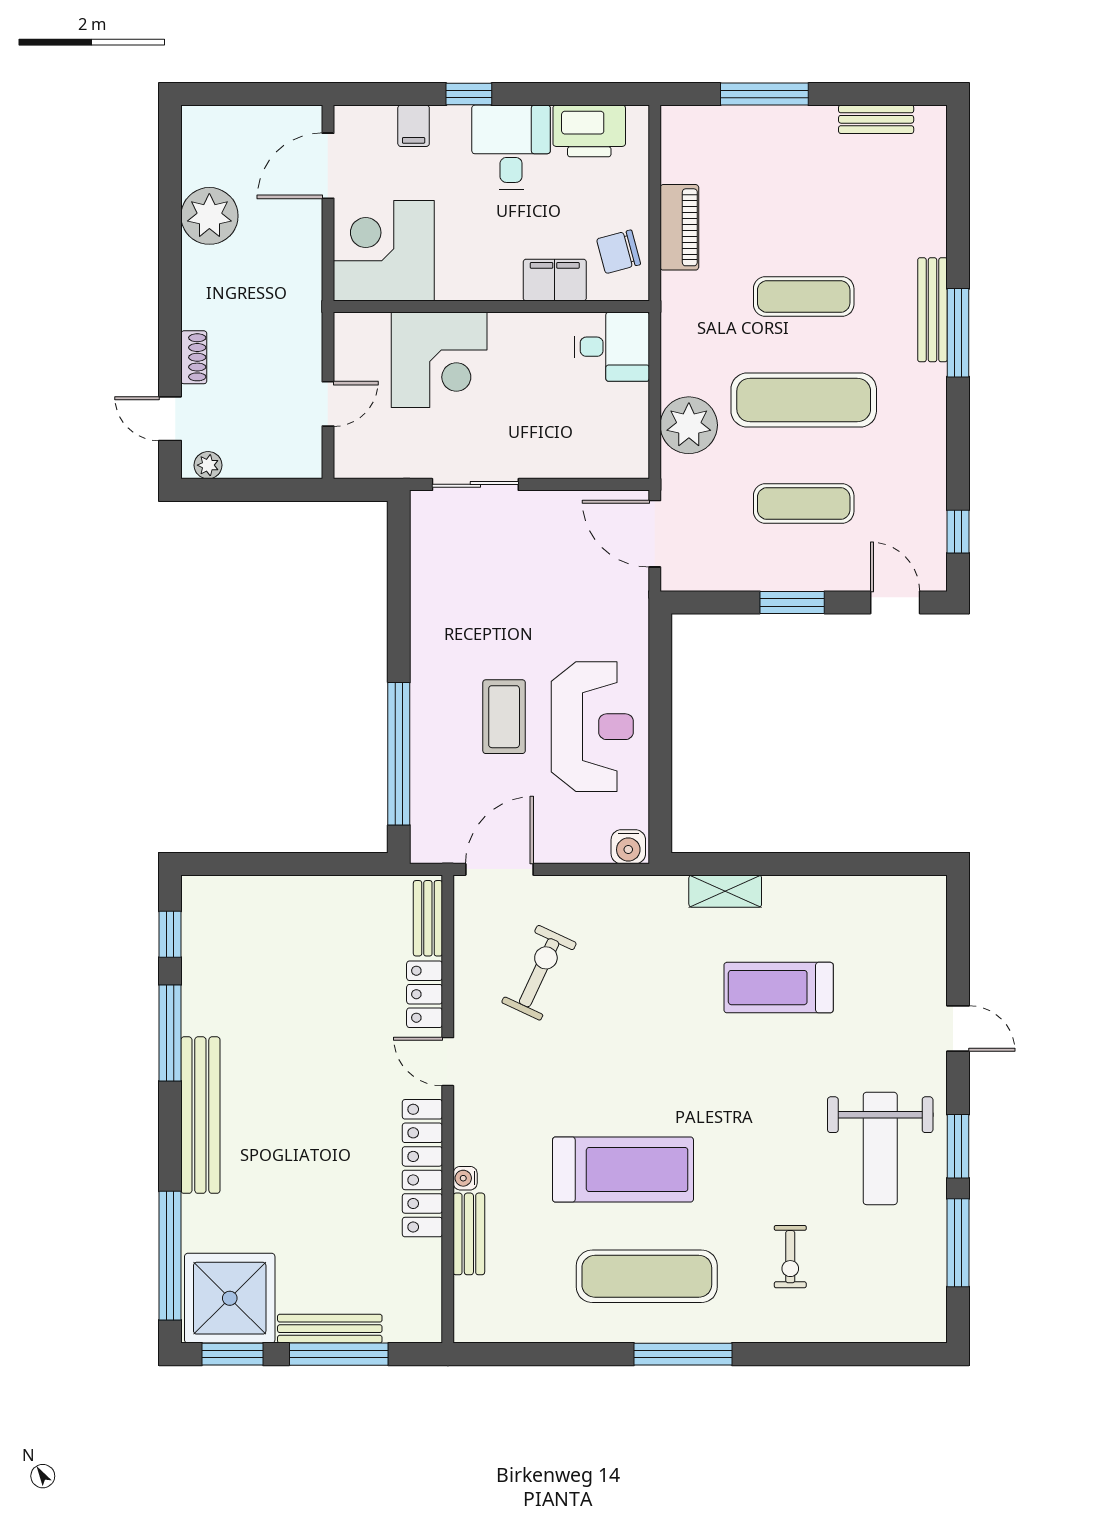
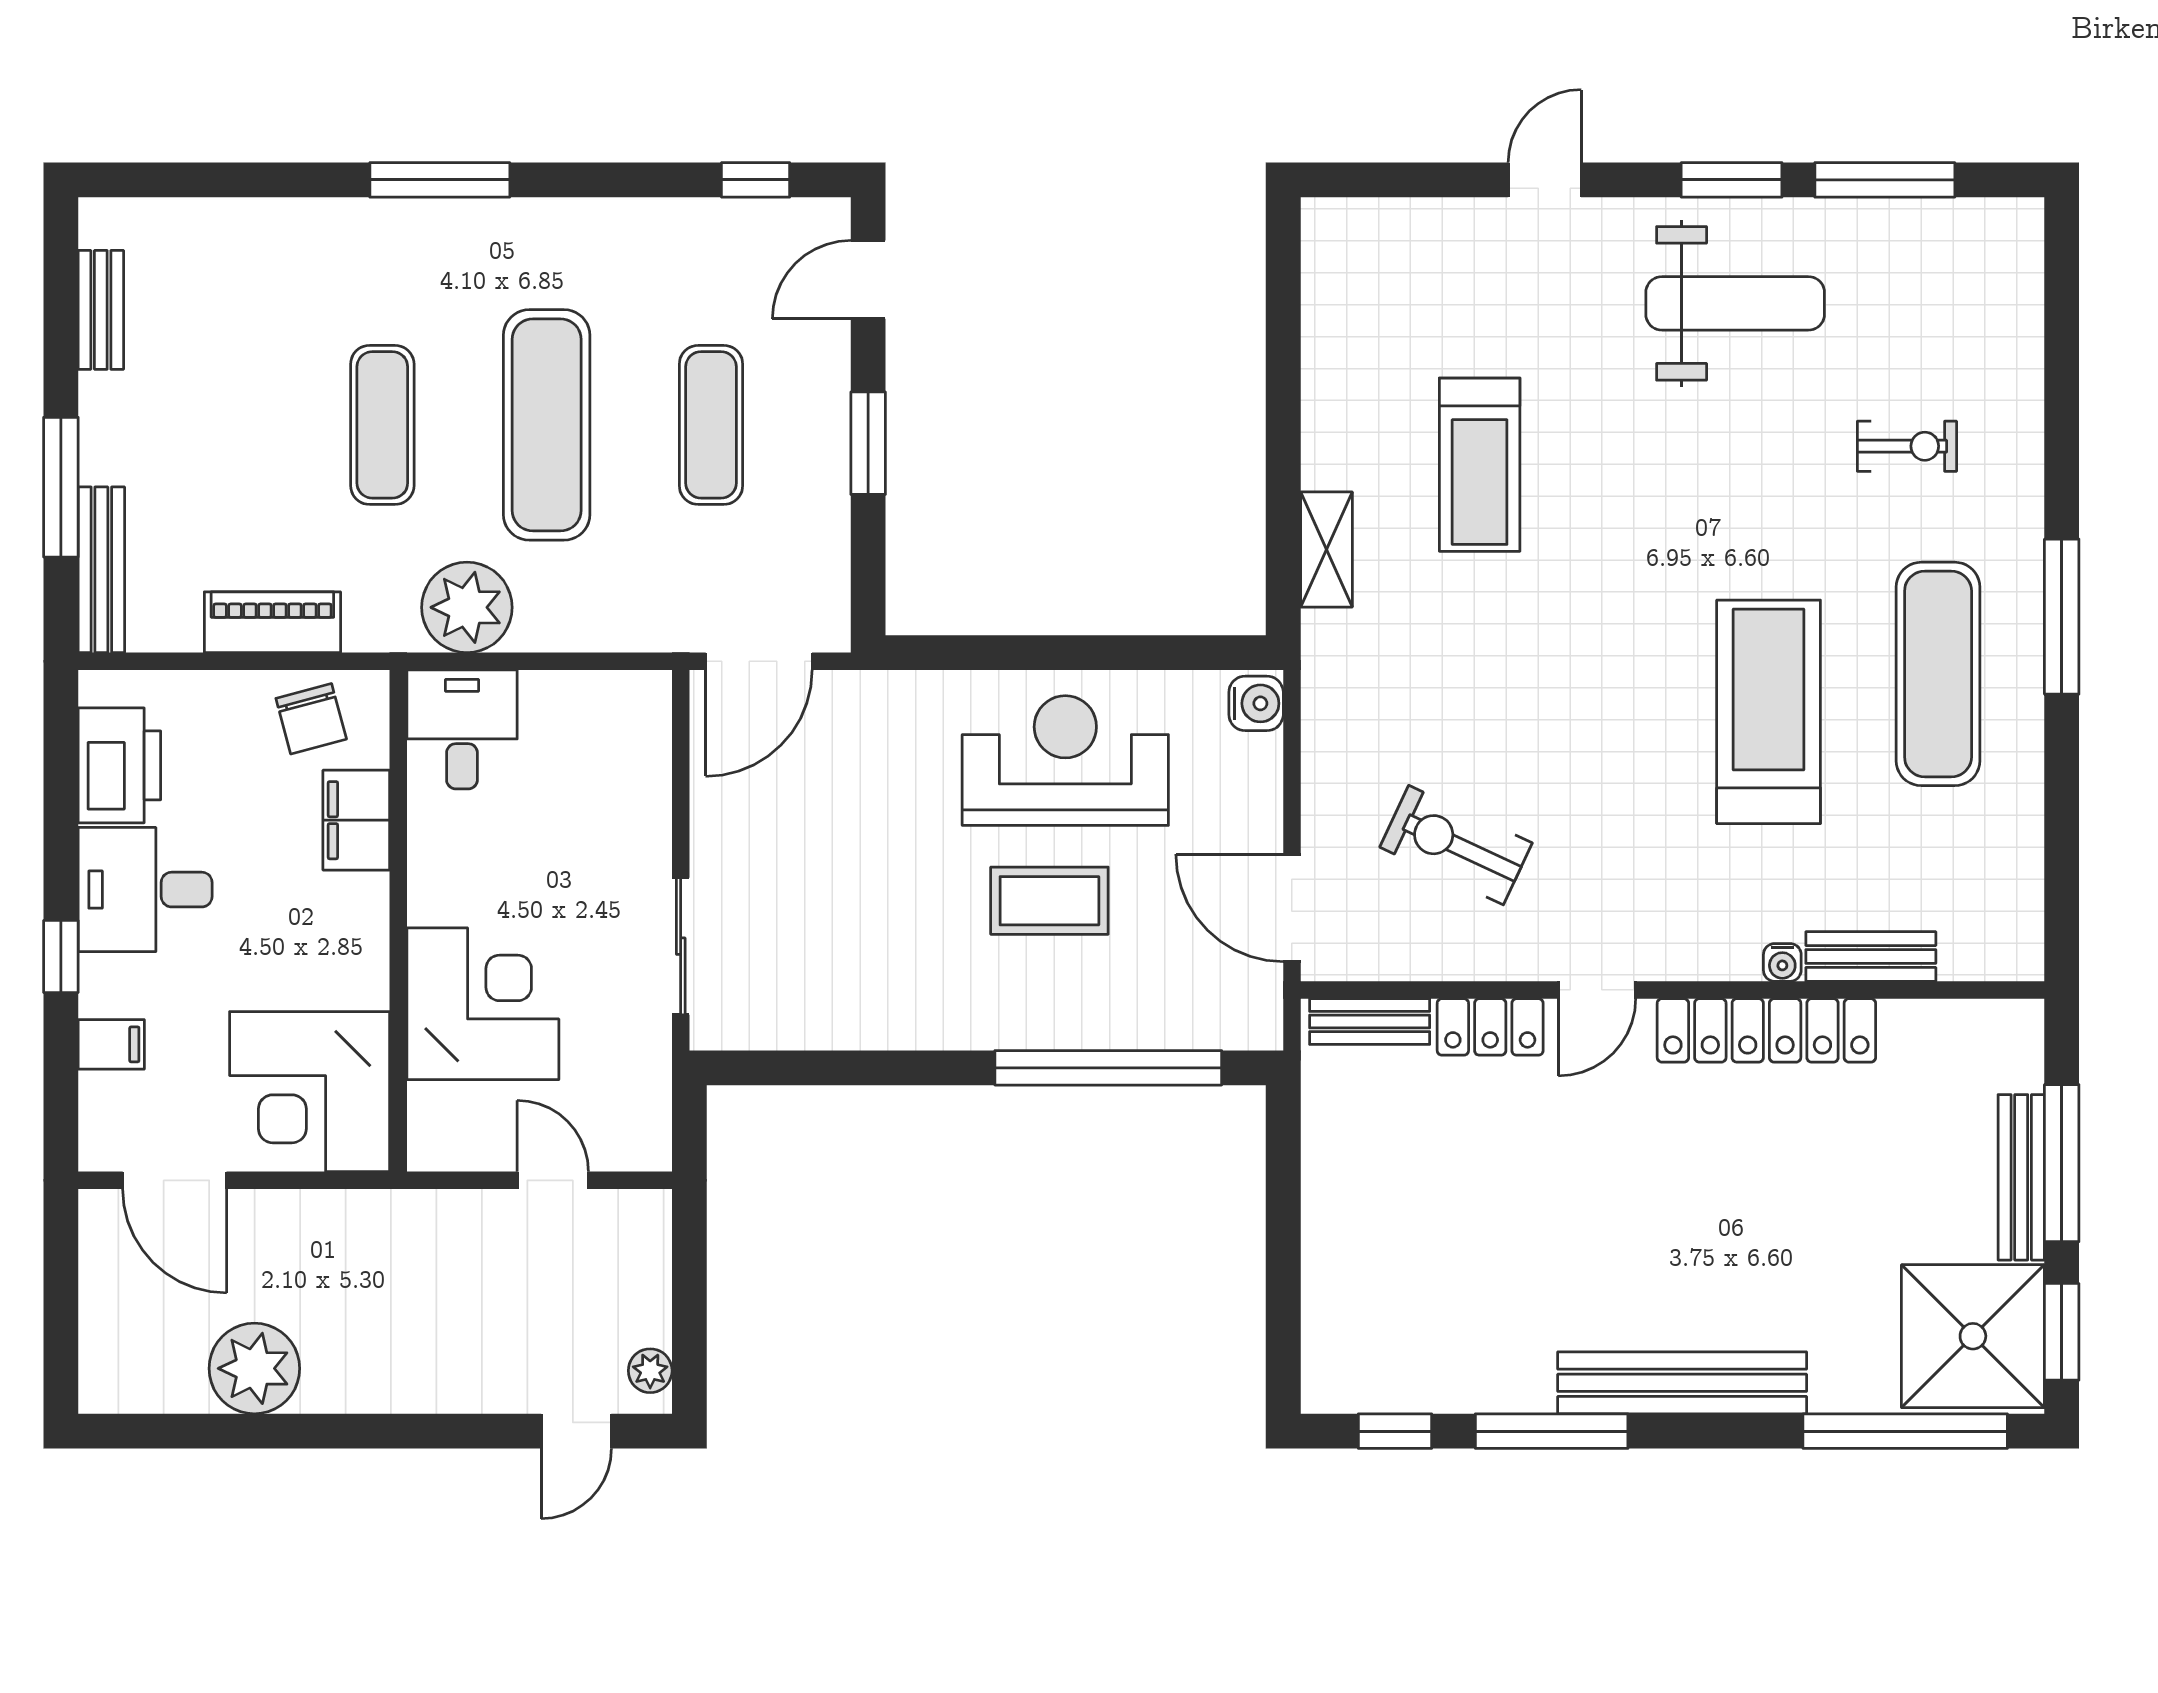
bench: (932, 310) -> (101, 570), moved, turned 90
shoe rack: (194, 357) -> (479, 1393), removed
plant: (689, 425) -> (467, 607), moved

